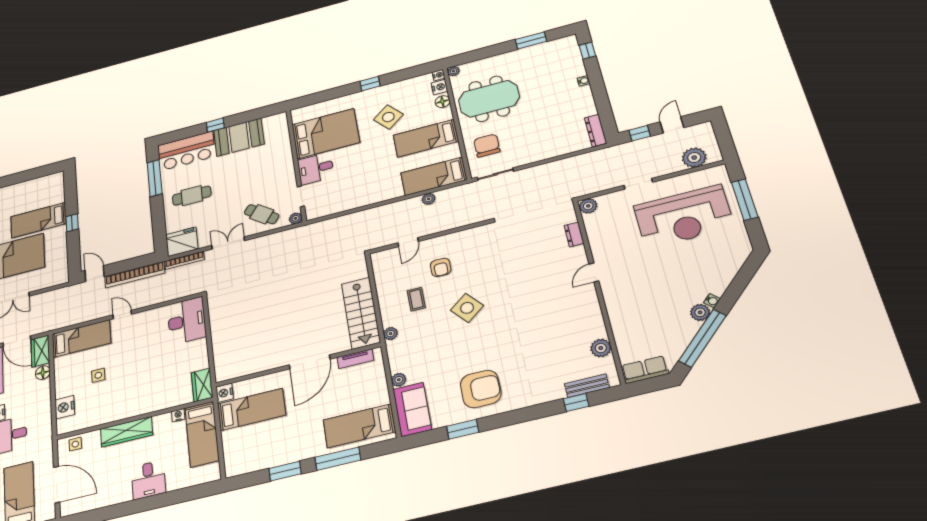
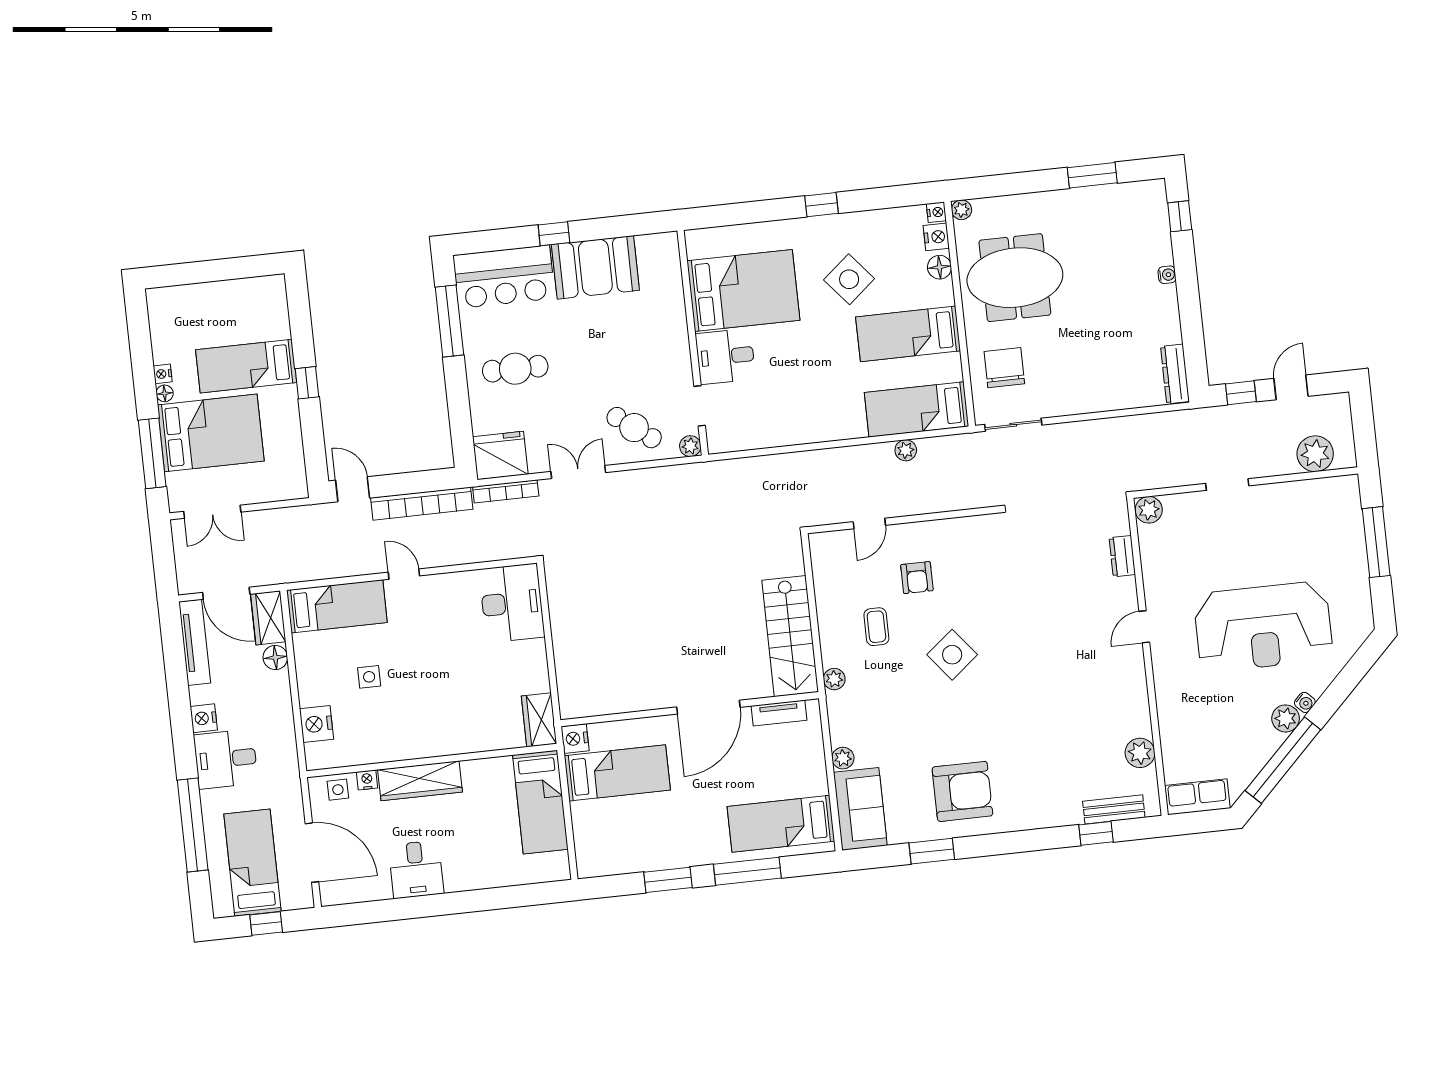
reception desk: (684, 217) -> (1263, 627), moved
nightstand: (178, 415) -> (367, 780), moved
desk: (148, 480) -> (416, 869), moved

